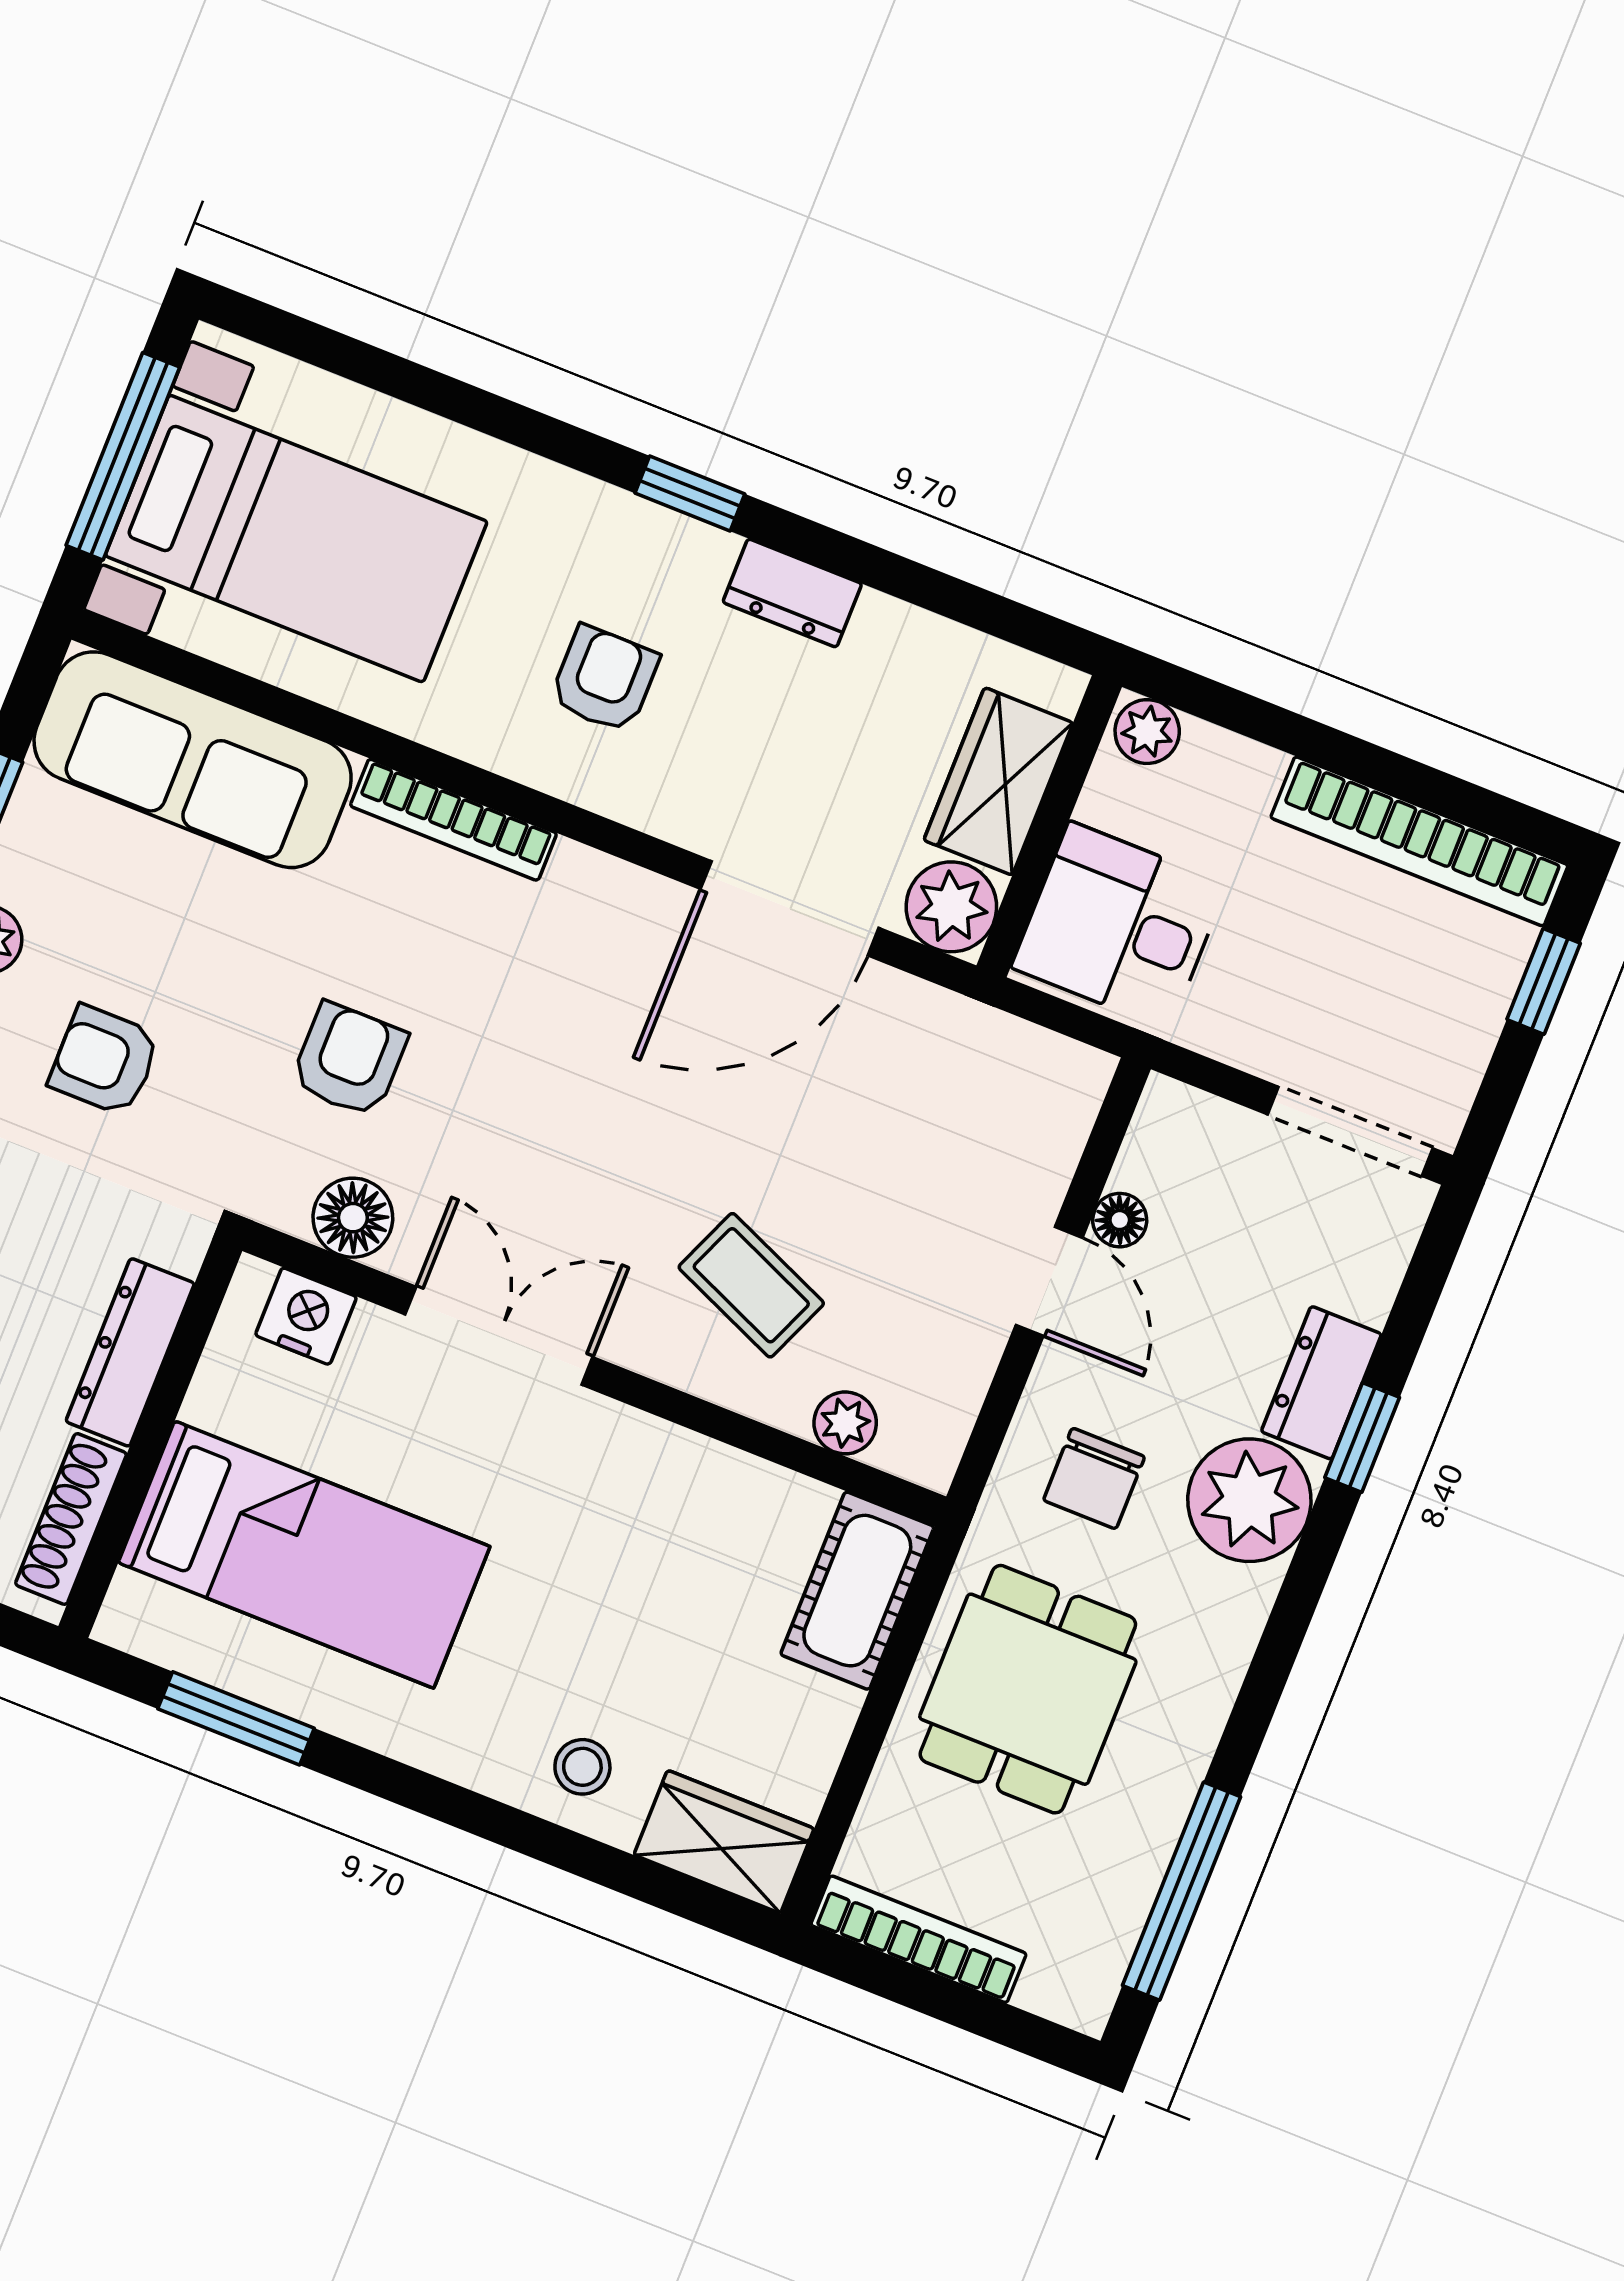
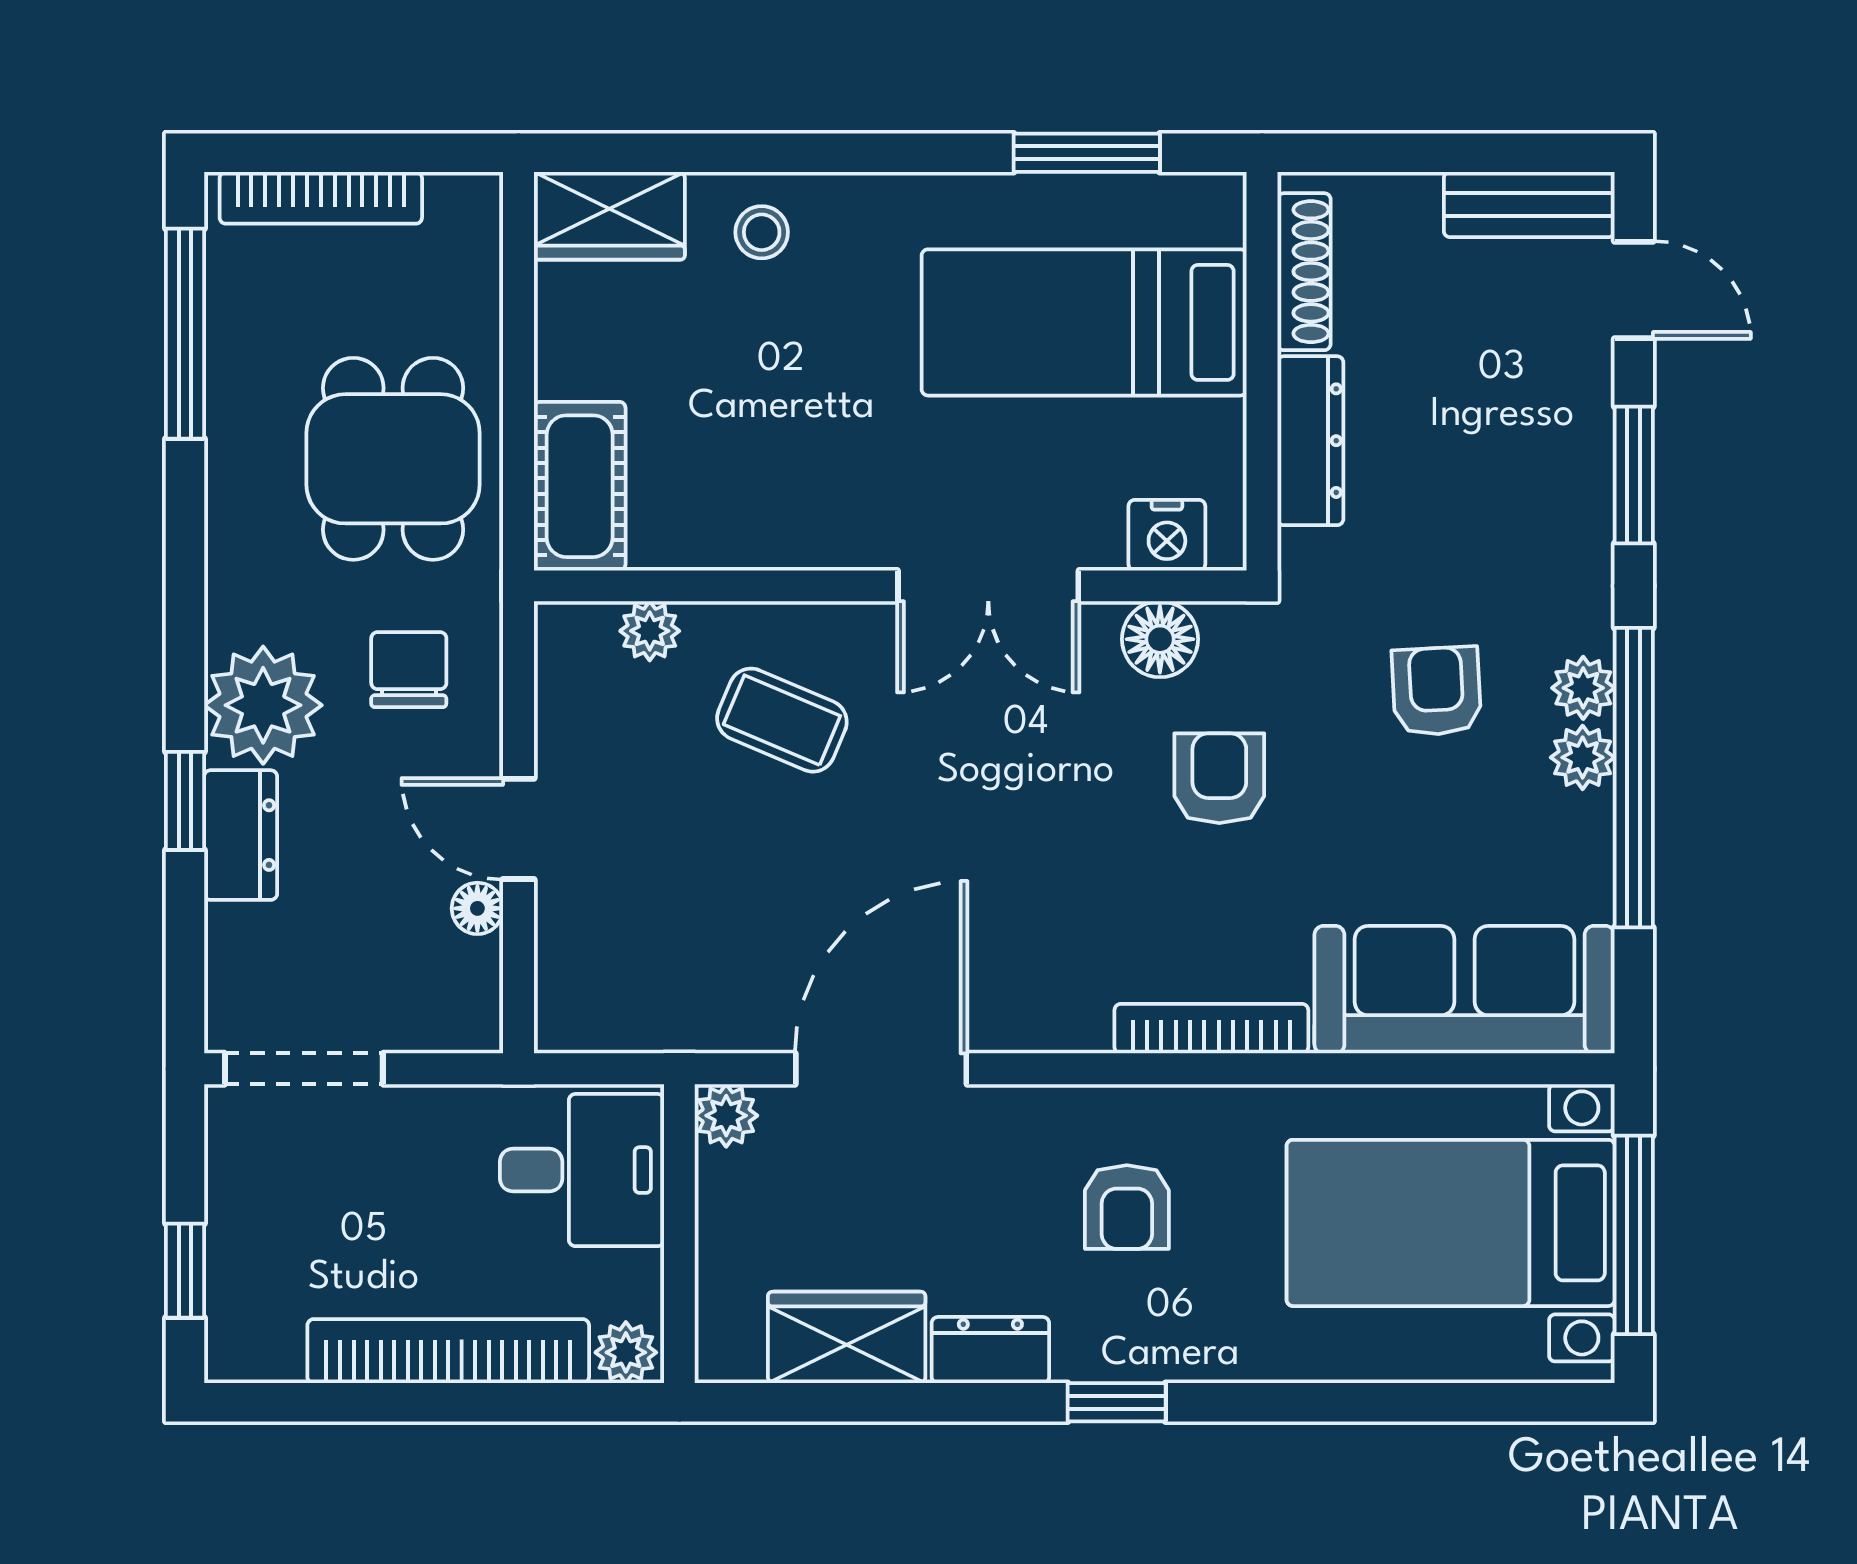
wardrobe: (998, 781) -> (847, 1337), moved, turned -90
bookcase: (1419, 841) -> (448, 1351), moved
plant: (951, 907) -> (726, 1116), width x0.73, depth x0.73
armchair: (105, 1060) -> (1436, 691), turned -93
armchair: (349, 1060) -> (1219, 778), turned 180
bookcase: (918, 1939) -> (321, 198), moved

